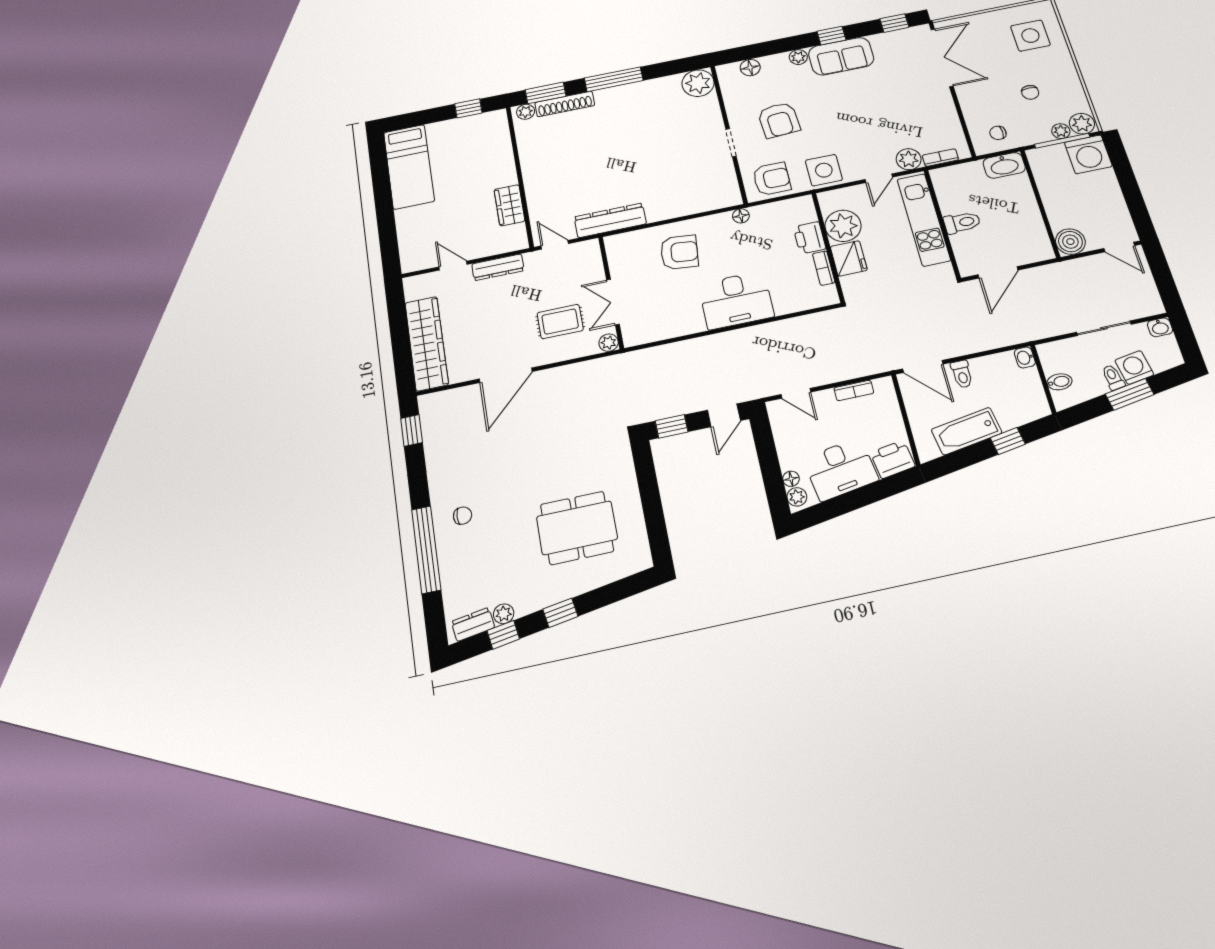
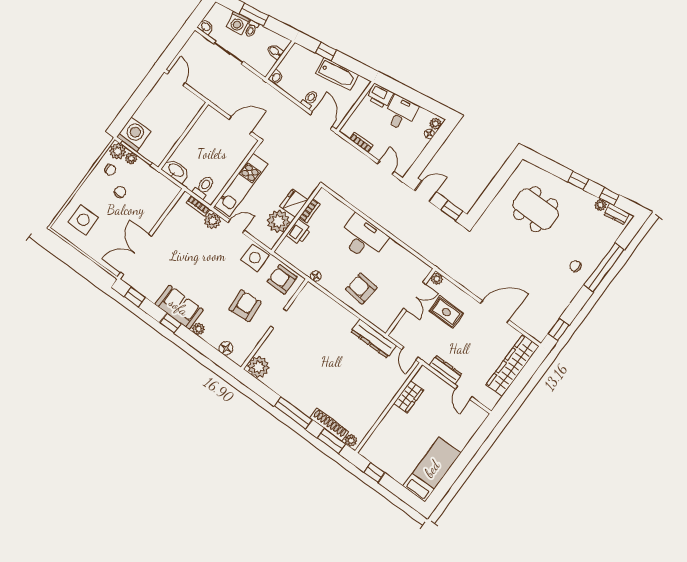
chair: (998, 133) -> (110, 170), moved
toilet: (962, 222) -> (204, 187), moved, turned 90
boiler: (1070, 242) -> (193, 104), removed
desk: (841, 469) -> (401, 113), width x0.73

